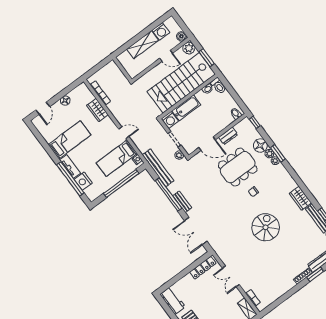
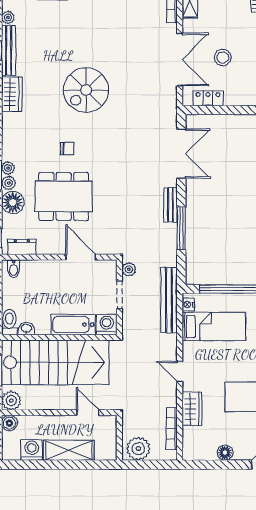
door: (166, 56) -> (88, 413), moved
plant: (109, 71) -> (138, 449), added
door: (124, 133) -> (180, 371), moved
dresser: (228, 136) -> (22, 247), moved
bench: (158, 168) -> (169, 300), moved
window: (168, 194) -> (181, 228), width x0.68
locker: (203, 268) -> (208, 98), width x0.66
double door: (231, 276) -> (180, 59), width x1.37
stool: (210, 293) -> (223, 57), added

